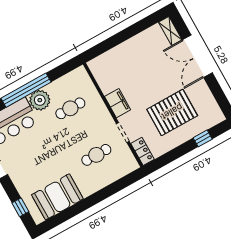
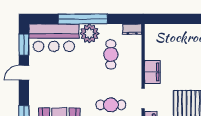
dresser: (77, 74) -> (132, 29), added
cafe table: (70, 108) -> (111, 54), turned 90

